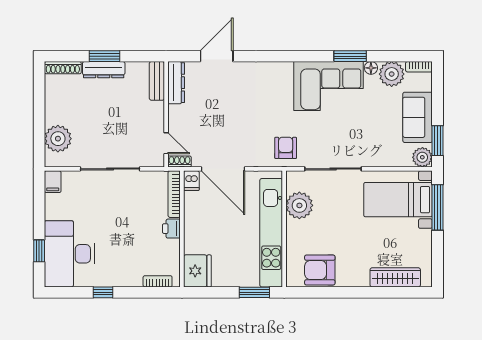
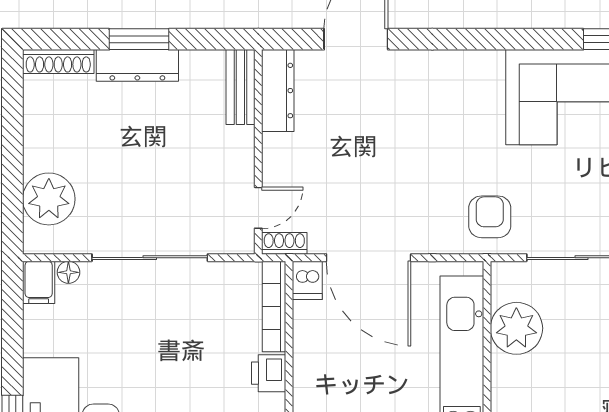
door: (166, 143) -> (258, 208), hinge flipped
floor lamp: (68, 176) -> (68, 272), added

